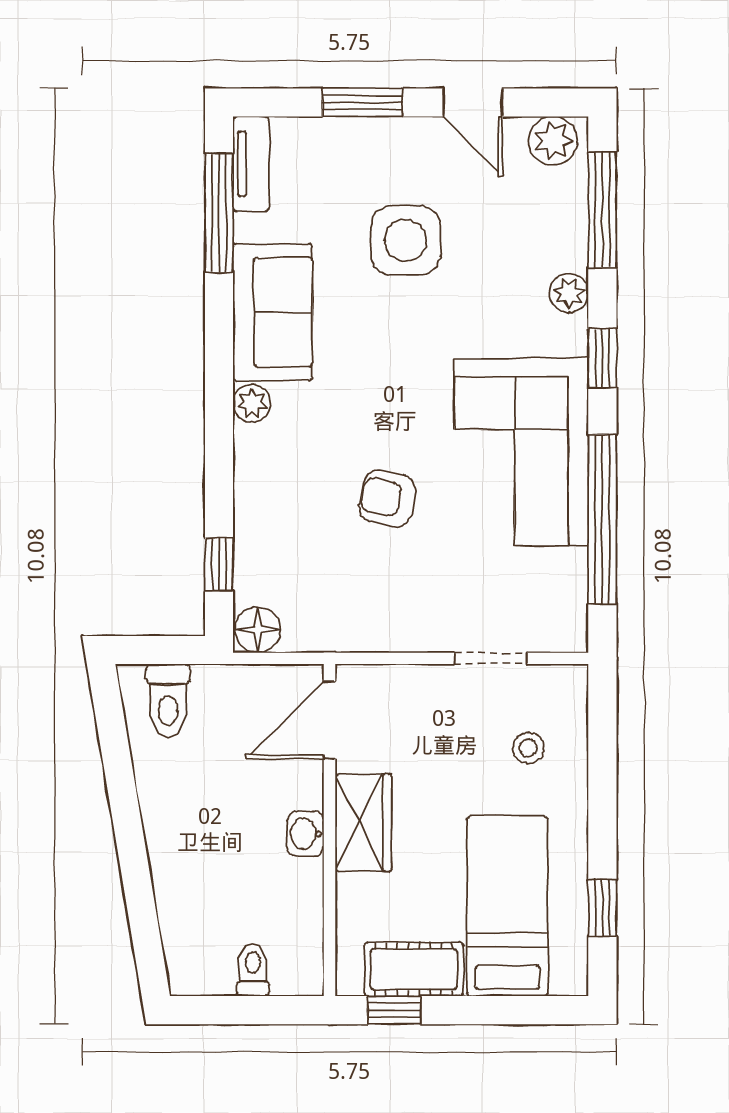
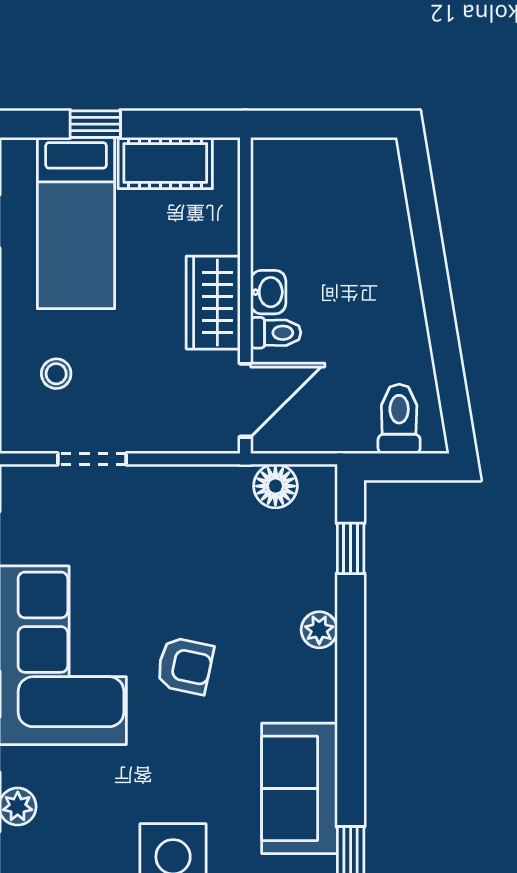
plant: (252, 403) -> (319, 630), moved
armchair: (387, 499) -> (185, 666), moved
floor lamp: (258, 630) -> (275, 486), moved
toilet: (253, 970) -> (276, 333), moved, turned -90
window: (394, 1010) -> (95, 124), moved

